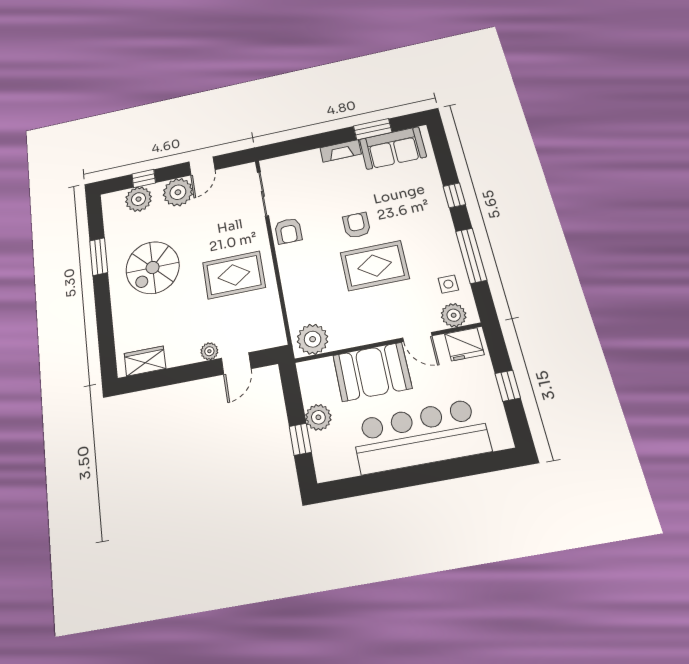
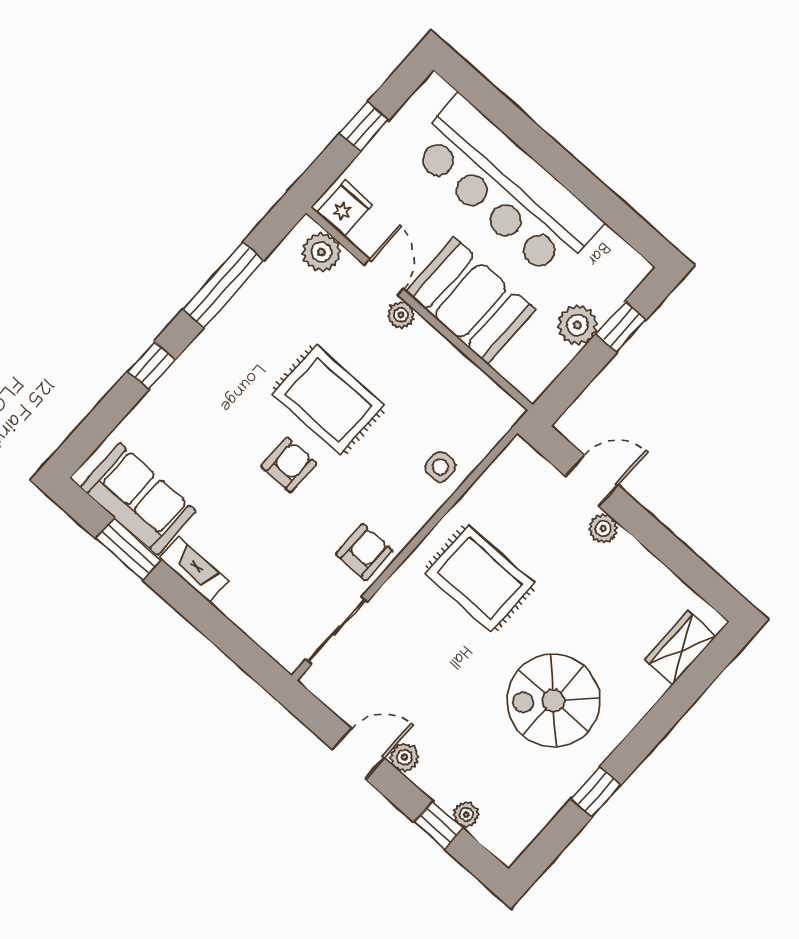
plant: (178, 192) -> (404, 757), width x0.53, depth x0.53
plant: (139, 199) -> (466, 814), width x0.53, depth x0.53
armchair: (357, 225) -> (289, 465), turned 180
window: (99, 257) -> (596, 792), width x0.67
spiral stairs: (153, 267) -> (553, 701), turned 180
side table: (448, 284) -> (440, 467), moved
plant: (313, 339) -> (401, 315), moved, width x0.53, depth x0.53
fridge: (464, 344) -> (345, 208), width x0.72
wardrobe: (145, 361) -> (680, 648), moved, turned 90

